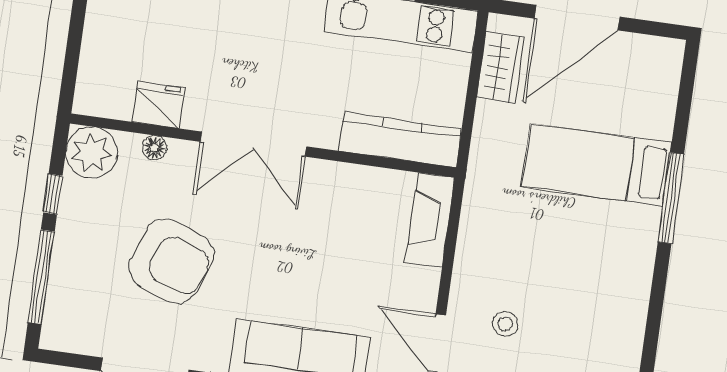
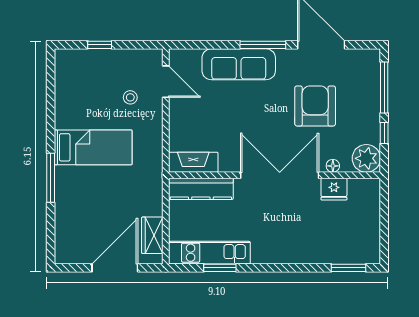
double door: (253, 144) -> (280, 175), width x1.36
bed: (597, 165) -> (93, 147), moved
fireplace: (430, 220) -> (193, 162), moved, turned -90
armchair: (171, 261) -> (315, 106), turned 70

